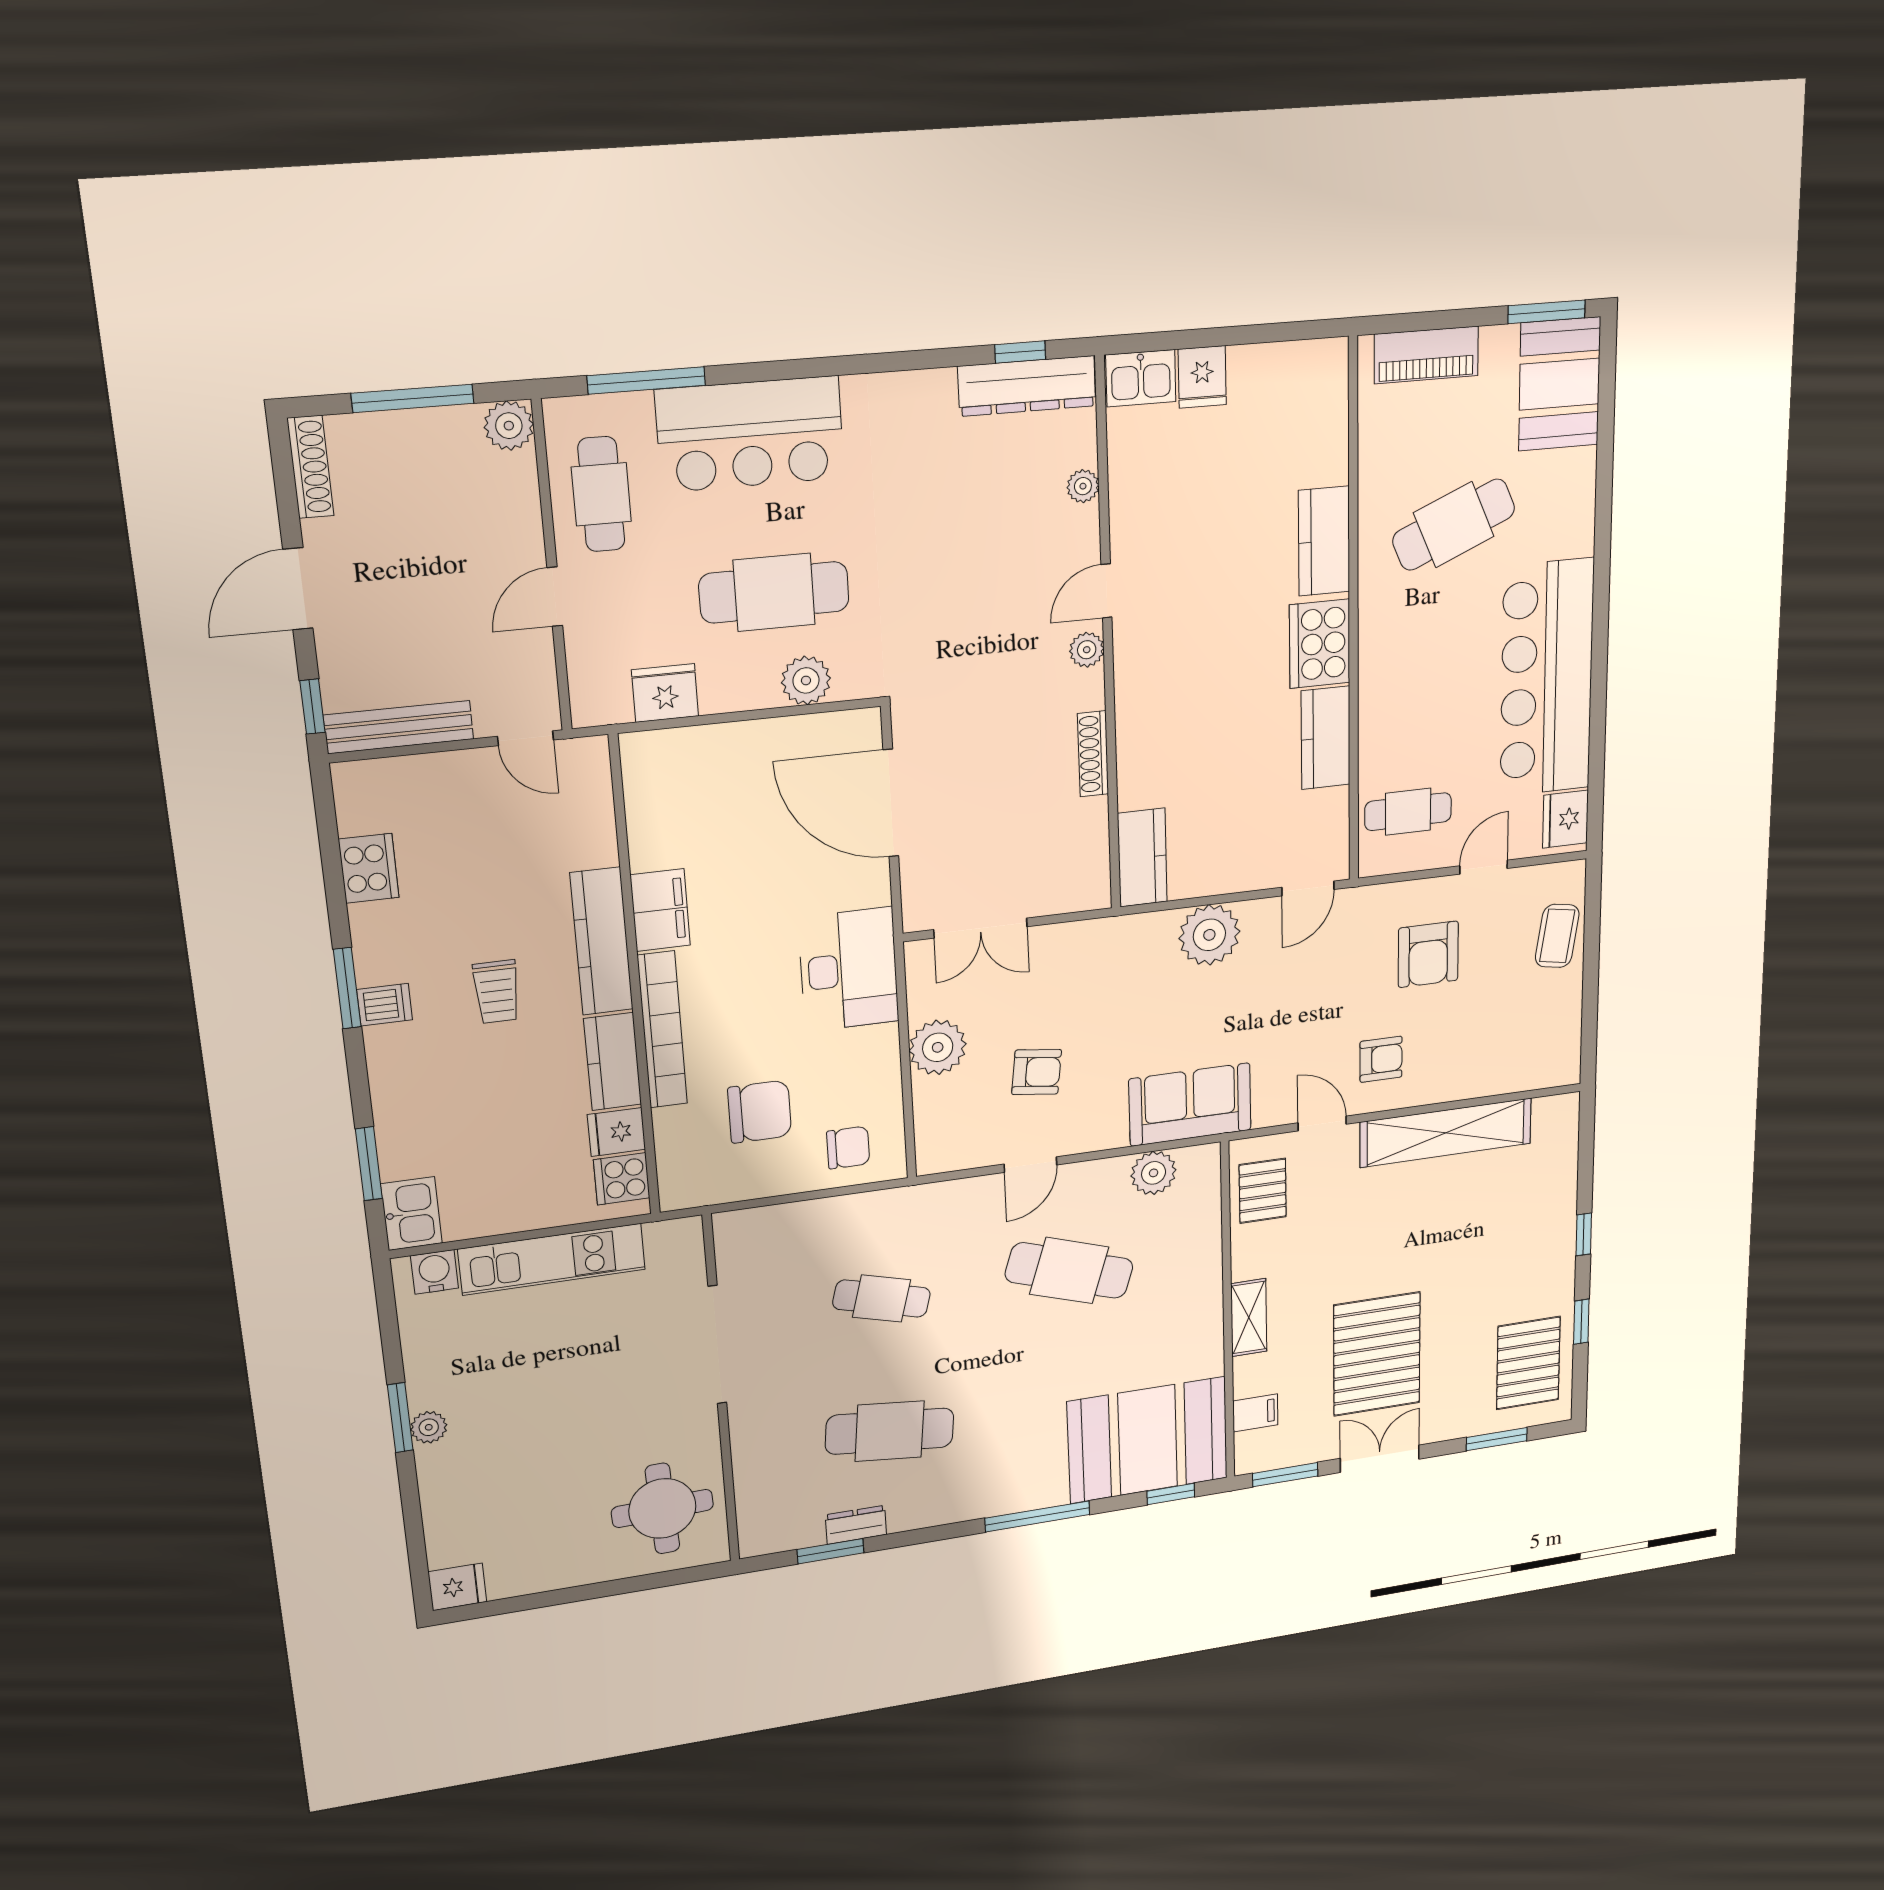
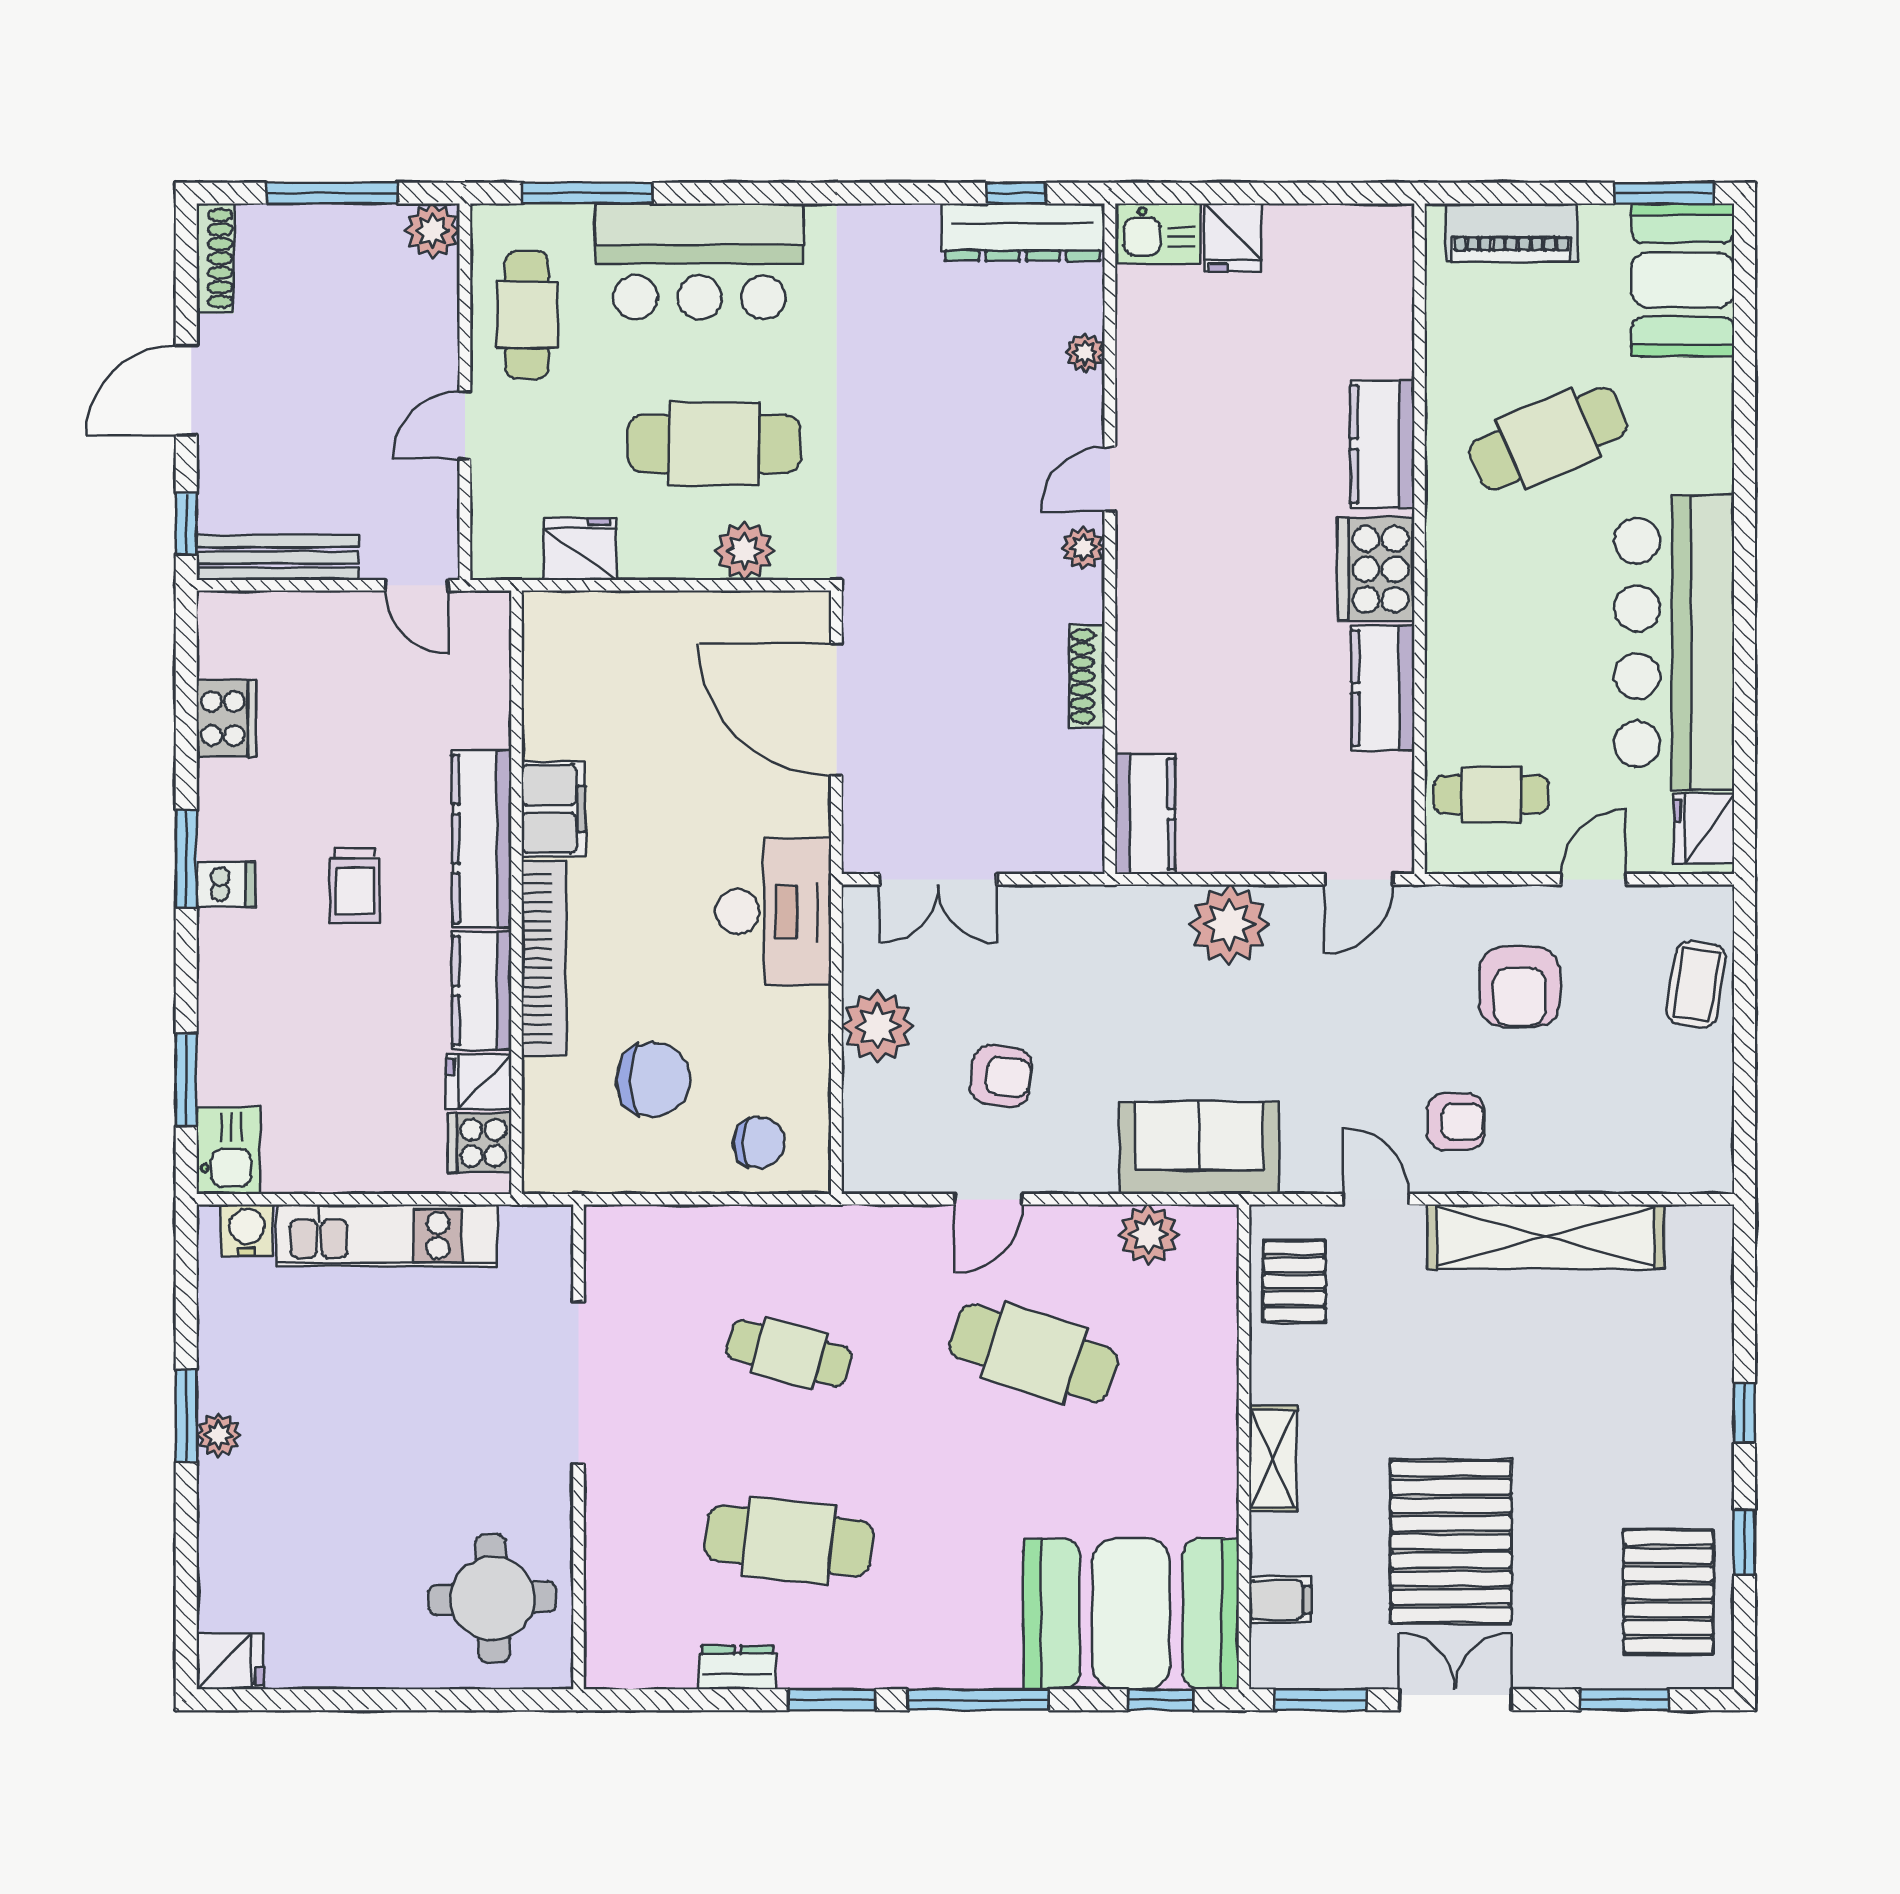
window: (830, 1551) -> (832, 1700), moved

